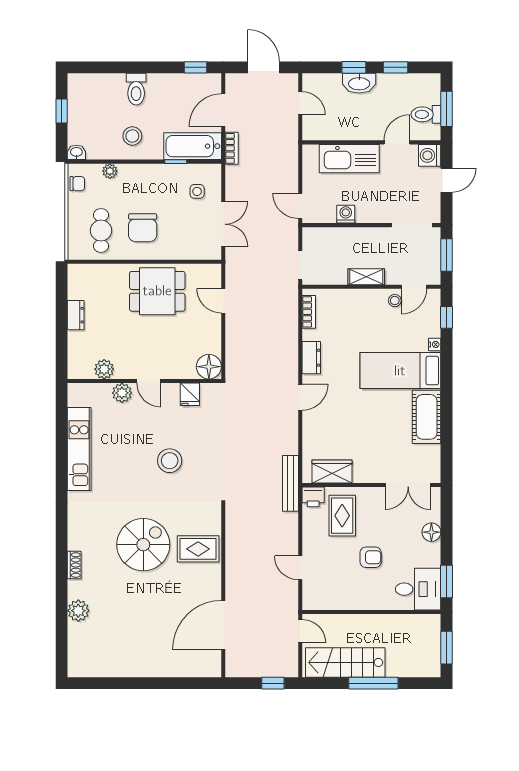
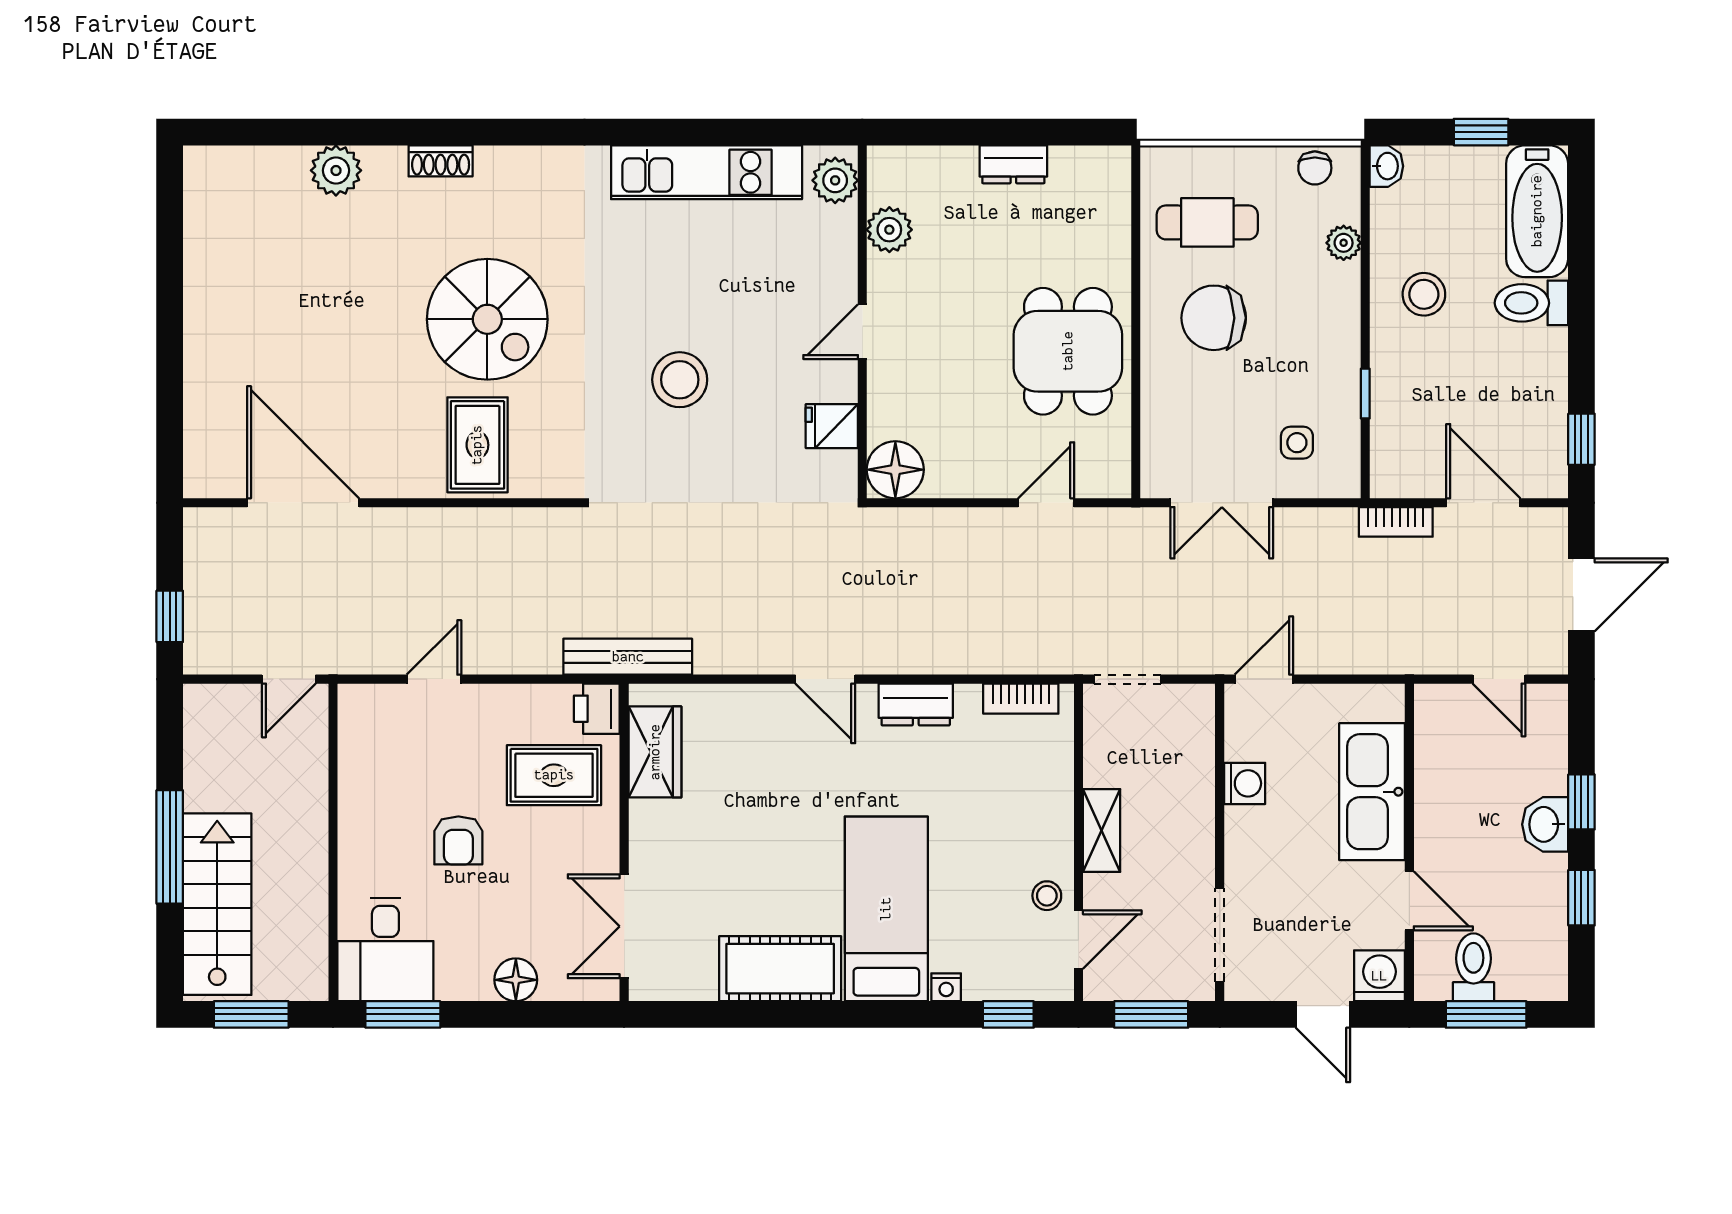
washbasin: (359, 83) -> (1545, 824), width x0.72
door: (300, 103) -> (1499, 679), hinge flipped
bathtub: (193, 146) -> (1537, 211), moved, turned 180
door: (414, 287) -> (1078, 940), swing flipped
plant: (122, 393) -> (835, 180), moved
stairs: (345, 662) -> (217, 904), moved

